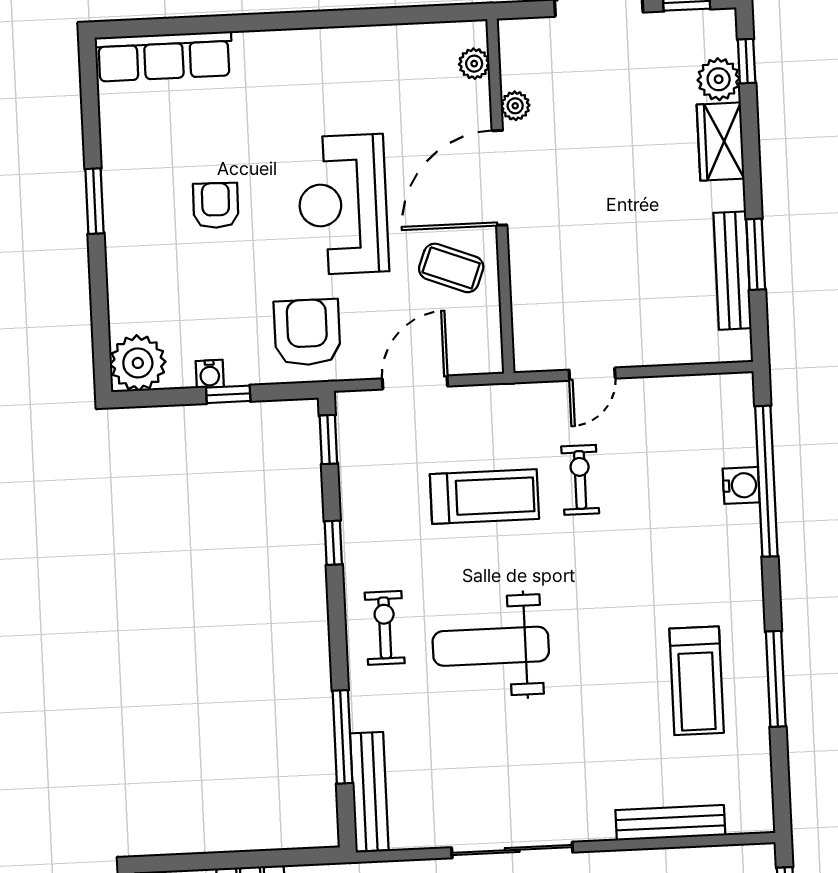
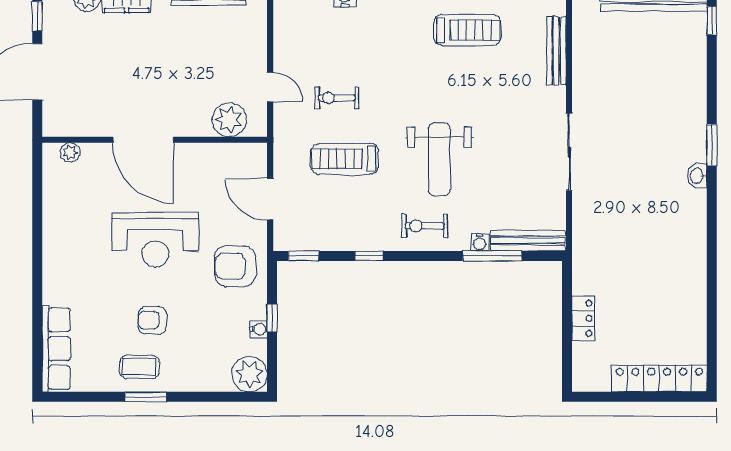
plant: (515, 106) -> (229, 120), moved, width x1.87, depth x1.87
coffee table: (451, 268) -> (139, 367), moved, turned 69
treadmill: (484, 497) -> (344, 159), turned -90
water cooler: (363, 716) -> (480, 242), added

